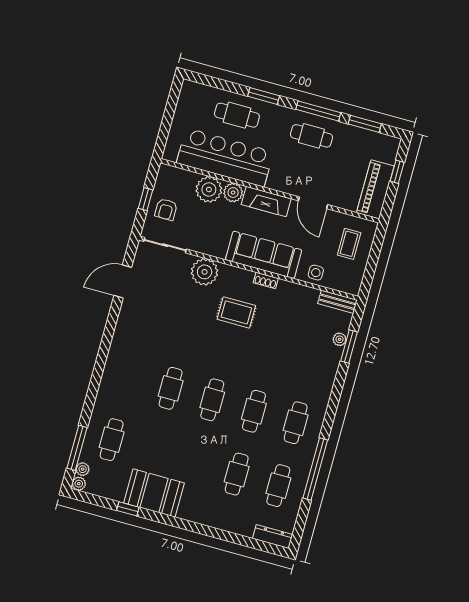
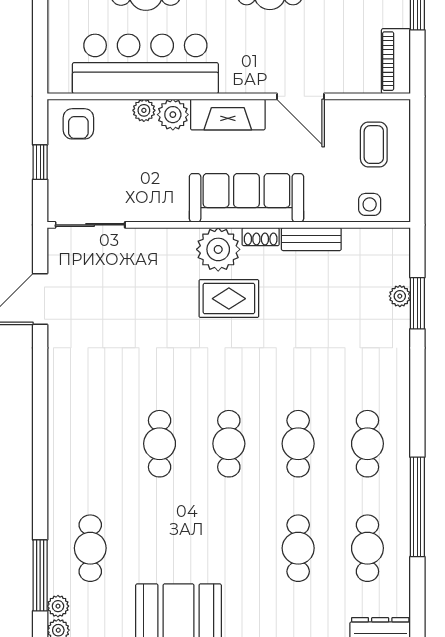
plant: (209, 189) -> (144, 110), width x0.53, depth x0.53
piano: (375, 189) -> (396, 61), width x0.73, depth x0.75
armchair: (166, 209) -> (78, 124), moved
plant: (205, 272) -> (218, 249), moved
side table: (316, 273) -> (370, 204), moved
bench: (337, 302) -> (311, 239), moved

